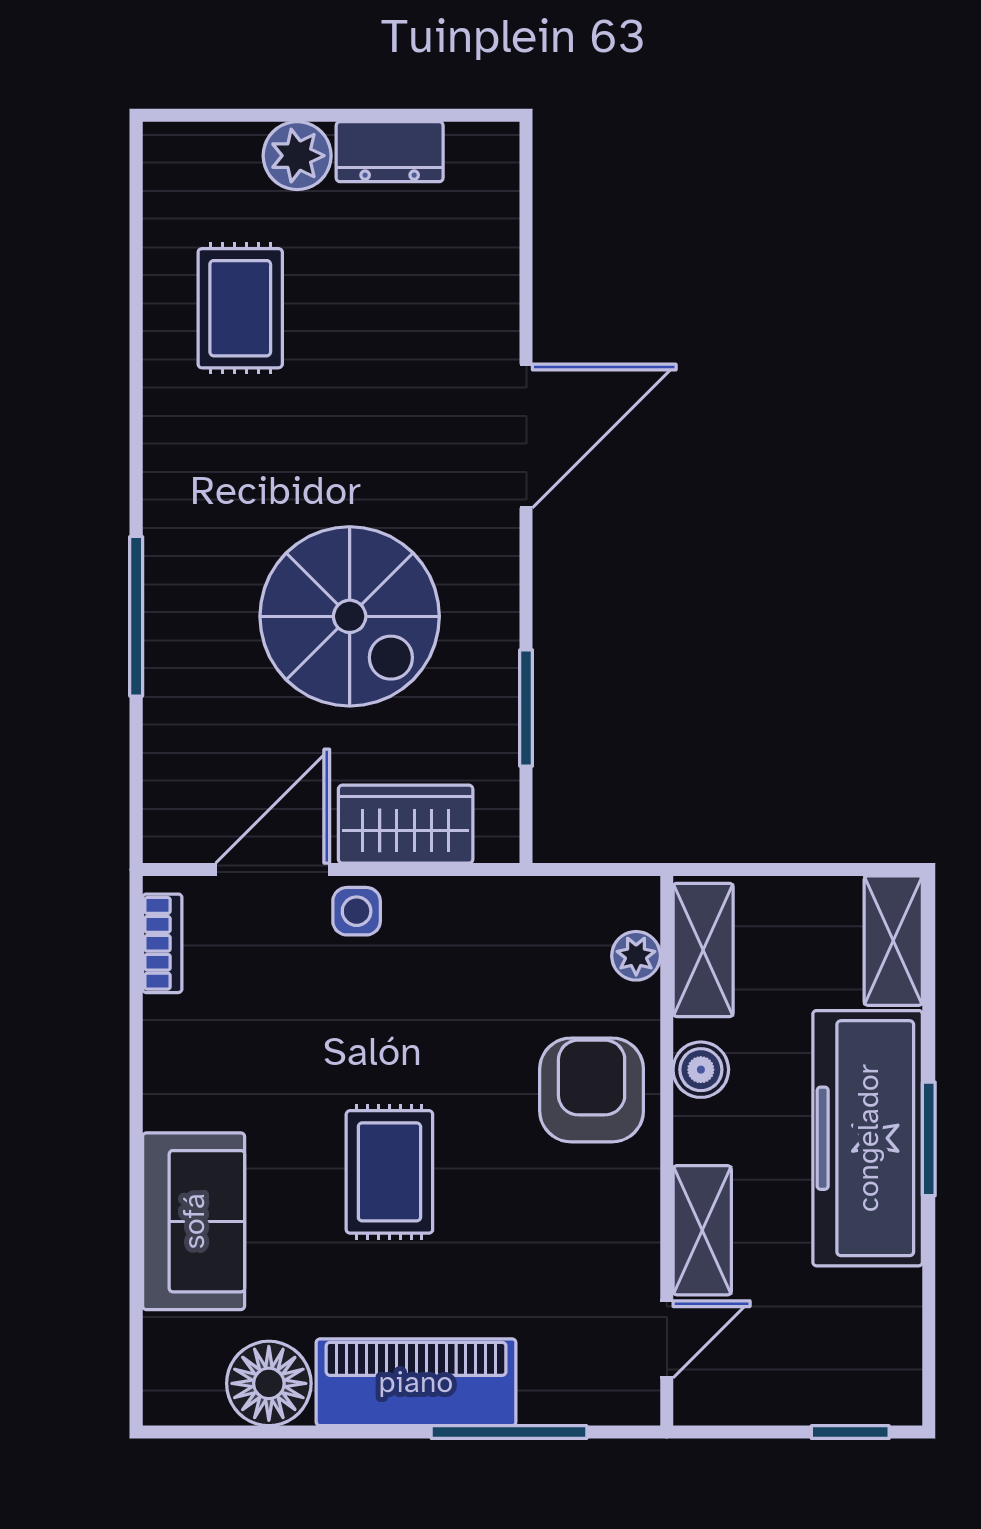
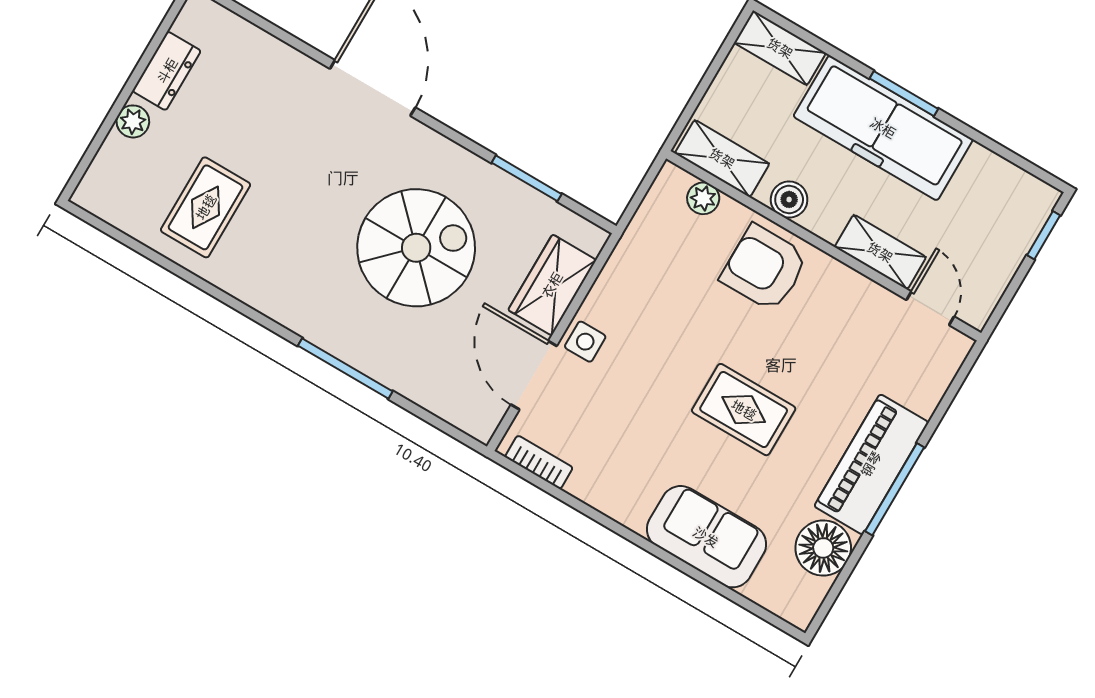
plant: (297, 156) -> (133, 121), width x0.73, depth x0.73
rug: (240, 308) -> (206, 207), turned 90
window: (509, 1432) -> (895, 489), moved

